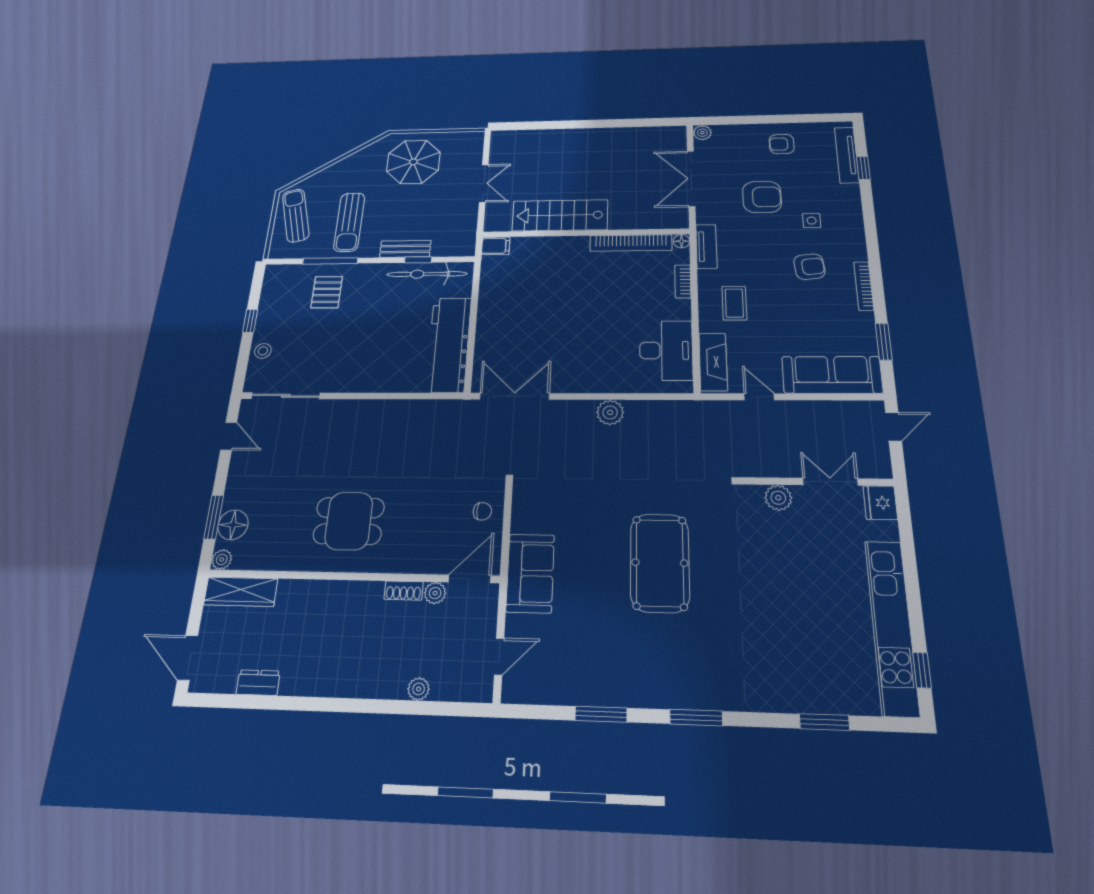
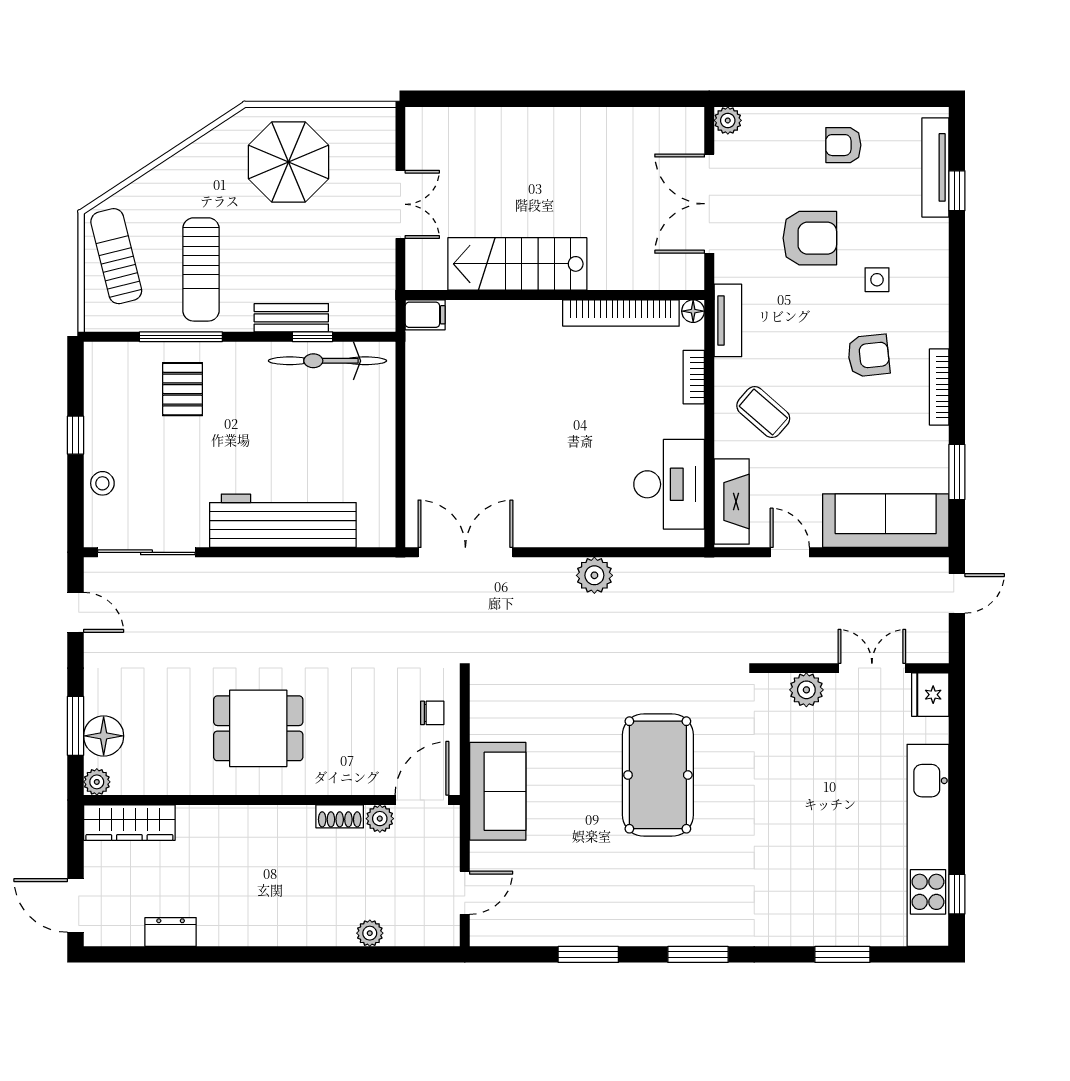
coffee table: (734, 303) -> (763, 412), turned -49
workbench: (449, 344) -> (283, 521), moved, turned 90

